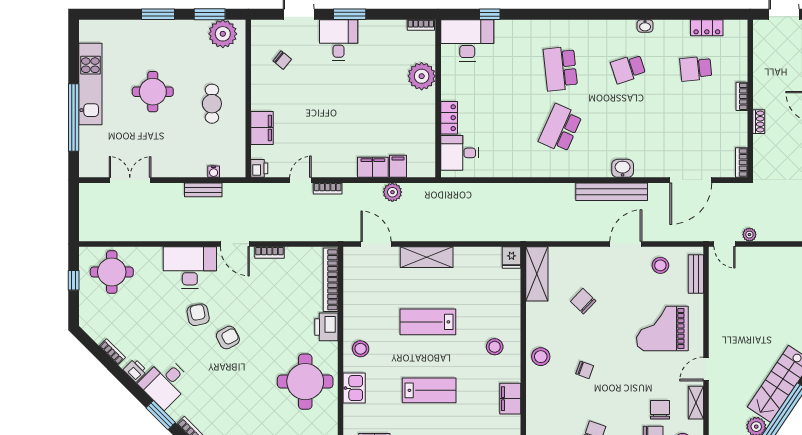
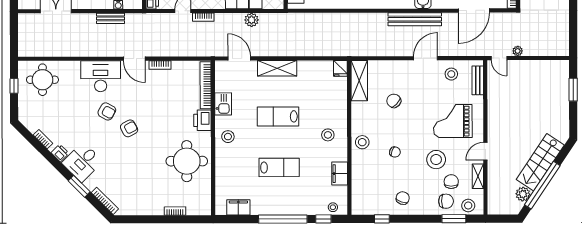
armchair: (198, 315) -> (107, 111), turned 131
stool: (640, 380) -> (436, 160), added
kitchen sink: (354, 388) -> (223, 104), moved

